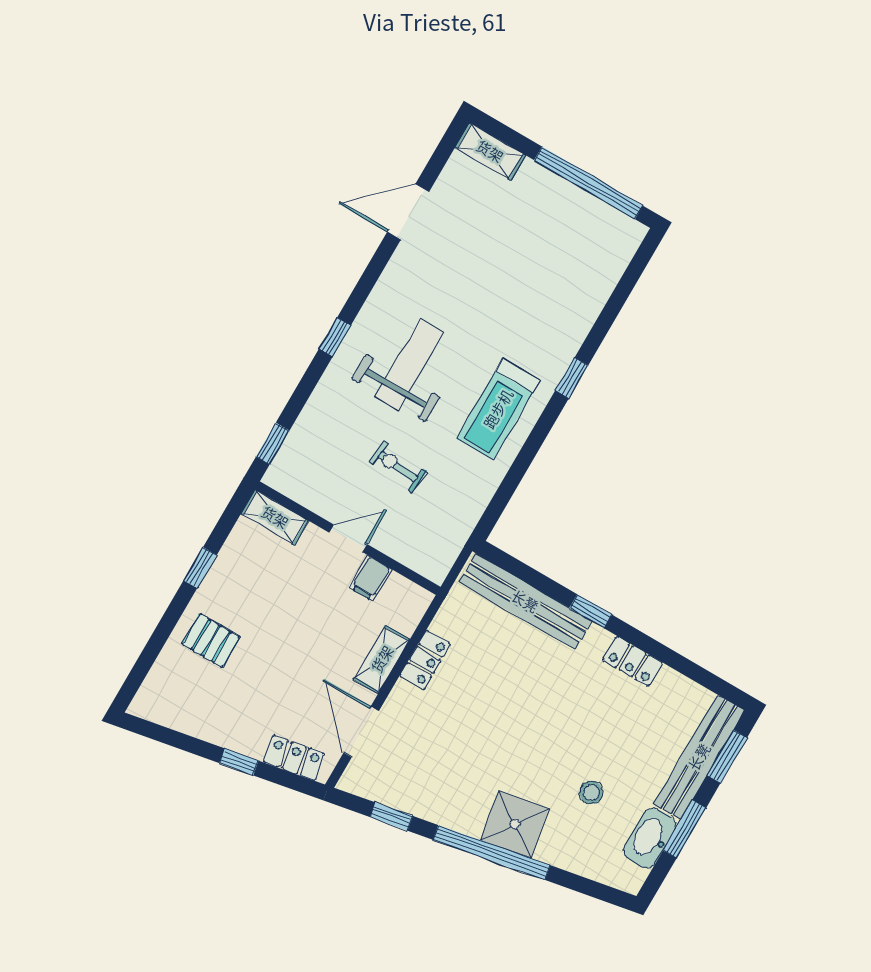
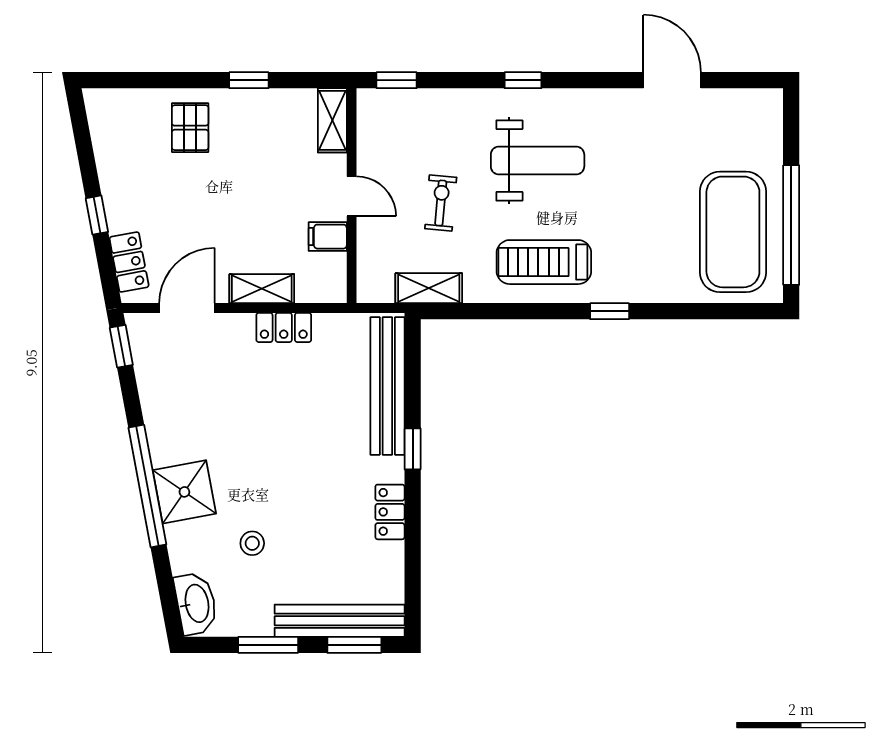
shelving: (490, 151) -> (429, 288), moved, turned 90
exercise mat: (566, 235) -> (733, 232), added
window: (391, 817) -> (121, 346), moved
washbasin: (650, 838) -> (196, 604), moved, turned 79

